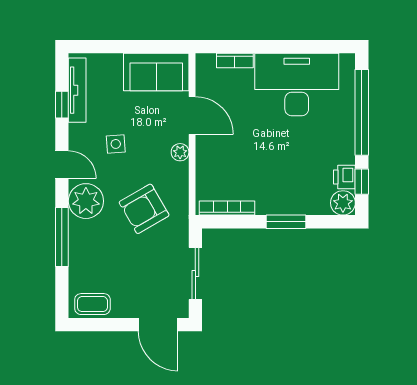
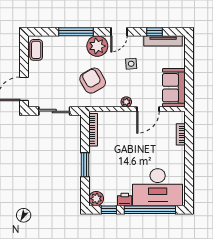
desk: (297, 85) -> (158, 187), moved, turned 90
printer: (344, 177) -> (125, 199), moved

